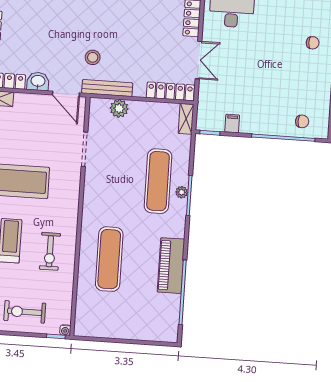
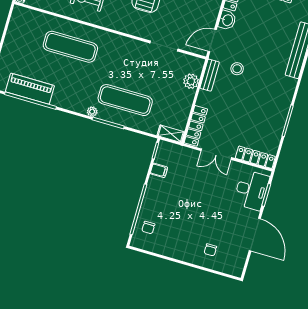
bench: (107, 88) -> (210, 75), width x0.73
plant: (182, 192) -> (92, 112), moved
piano: (171, 266) -> (30, 89), moved

